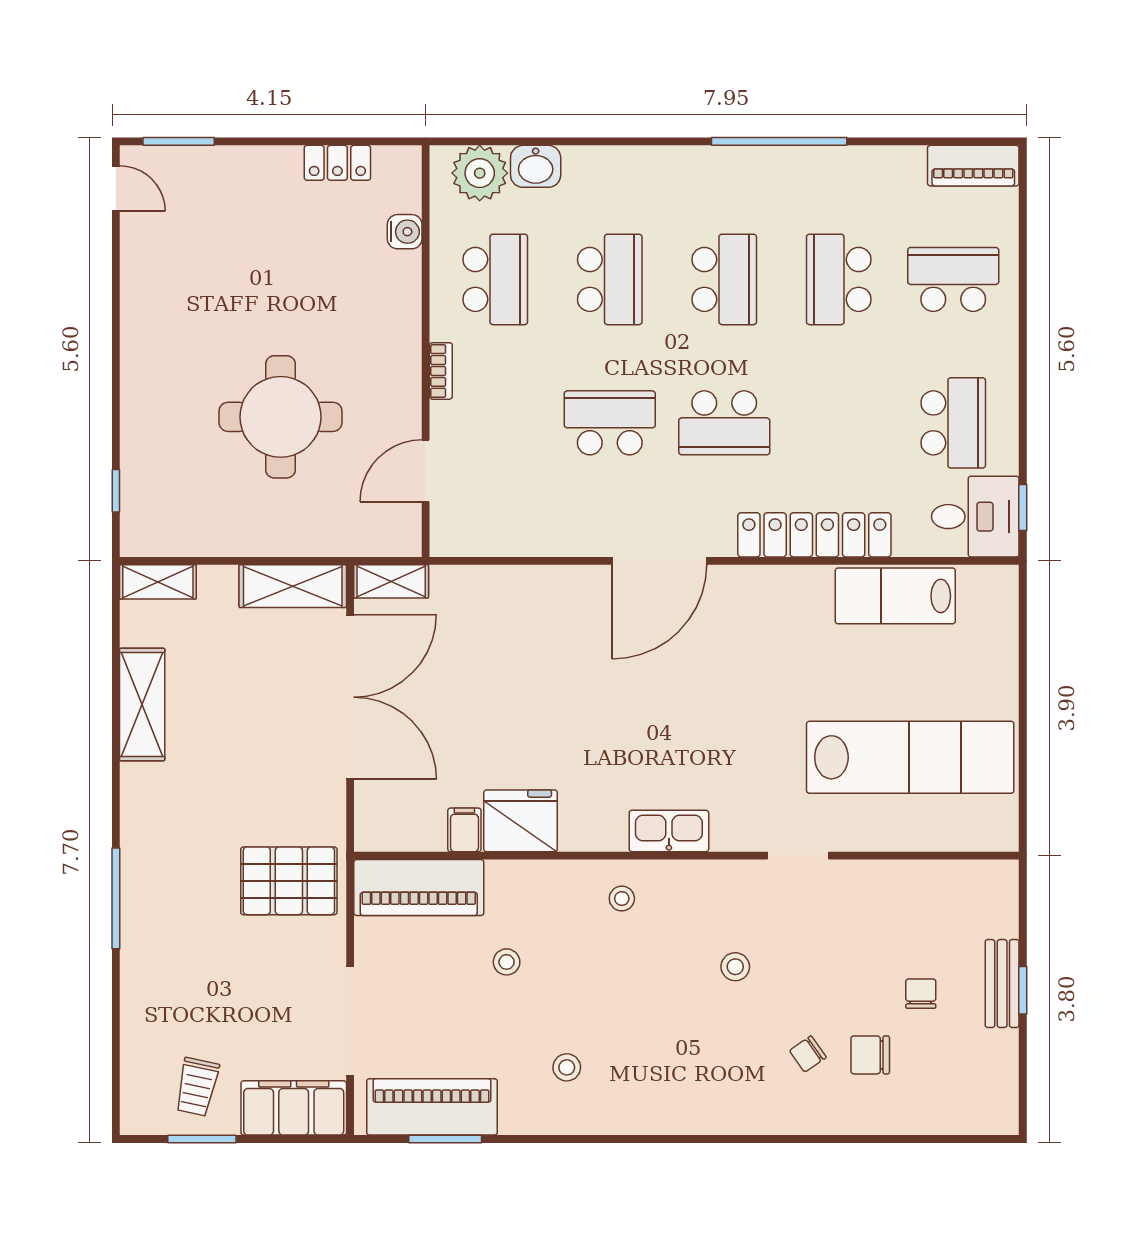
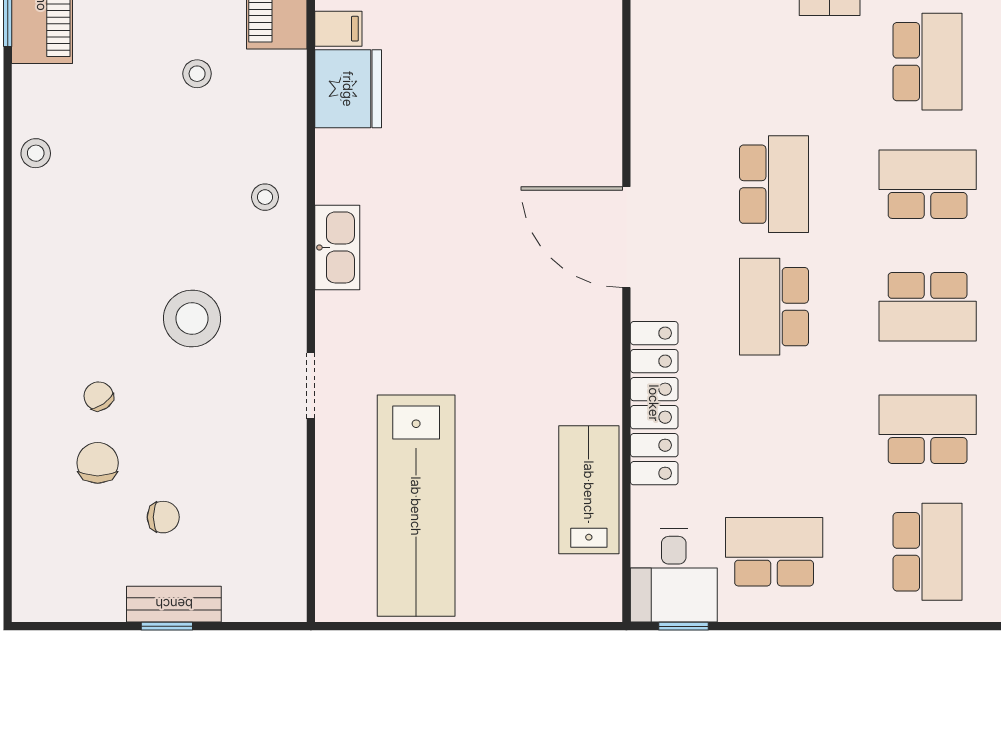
school desk: (495, 279) -> (928, 62), turned -90
school desk: (610, 279) -> (928, 184), turned 180
school desk: (953, 423) -> (774, 552), turned 180
stool: (735, 967) -> (192, 318), width x1.89, depth x1.89
stool: (567, 1067) -> (36, 153), moved

